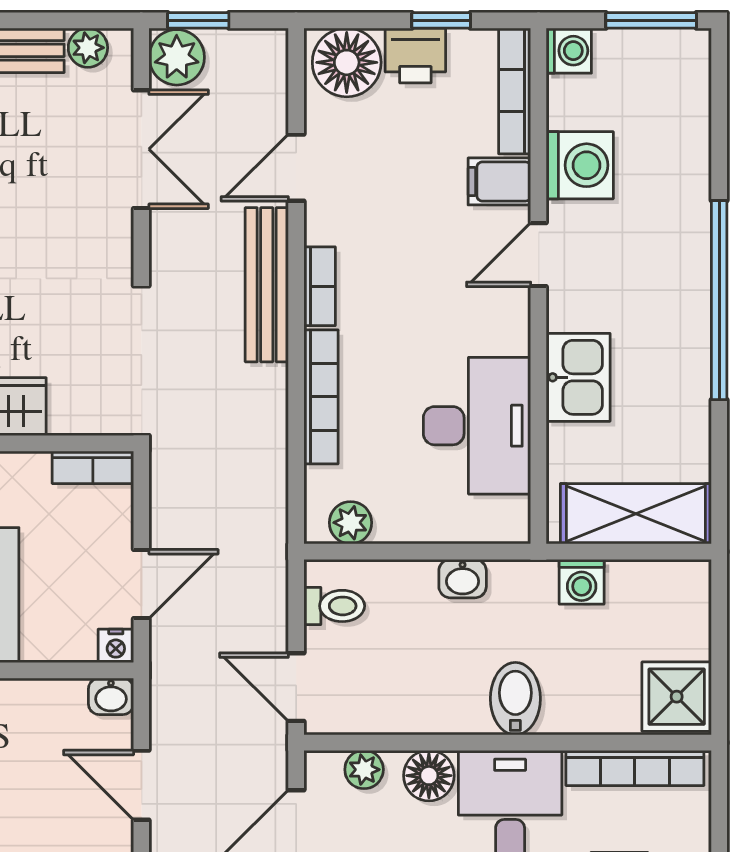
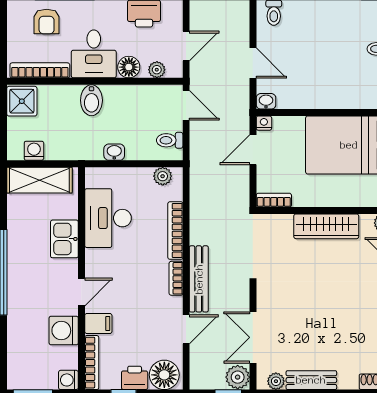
washing machine: (582, 582) -> (34, 151), moved

